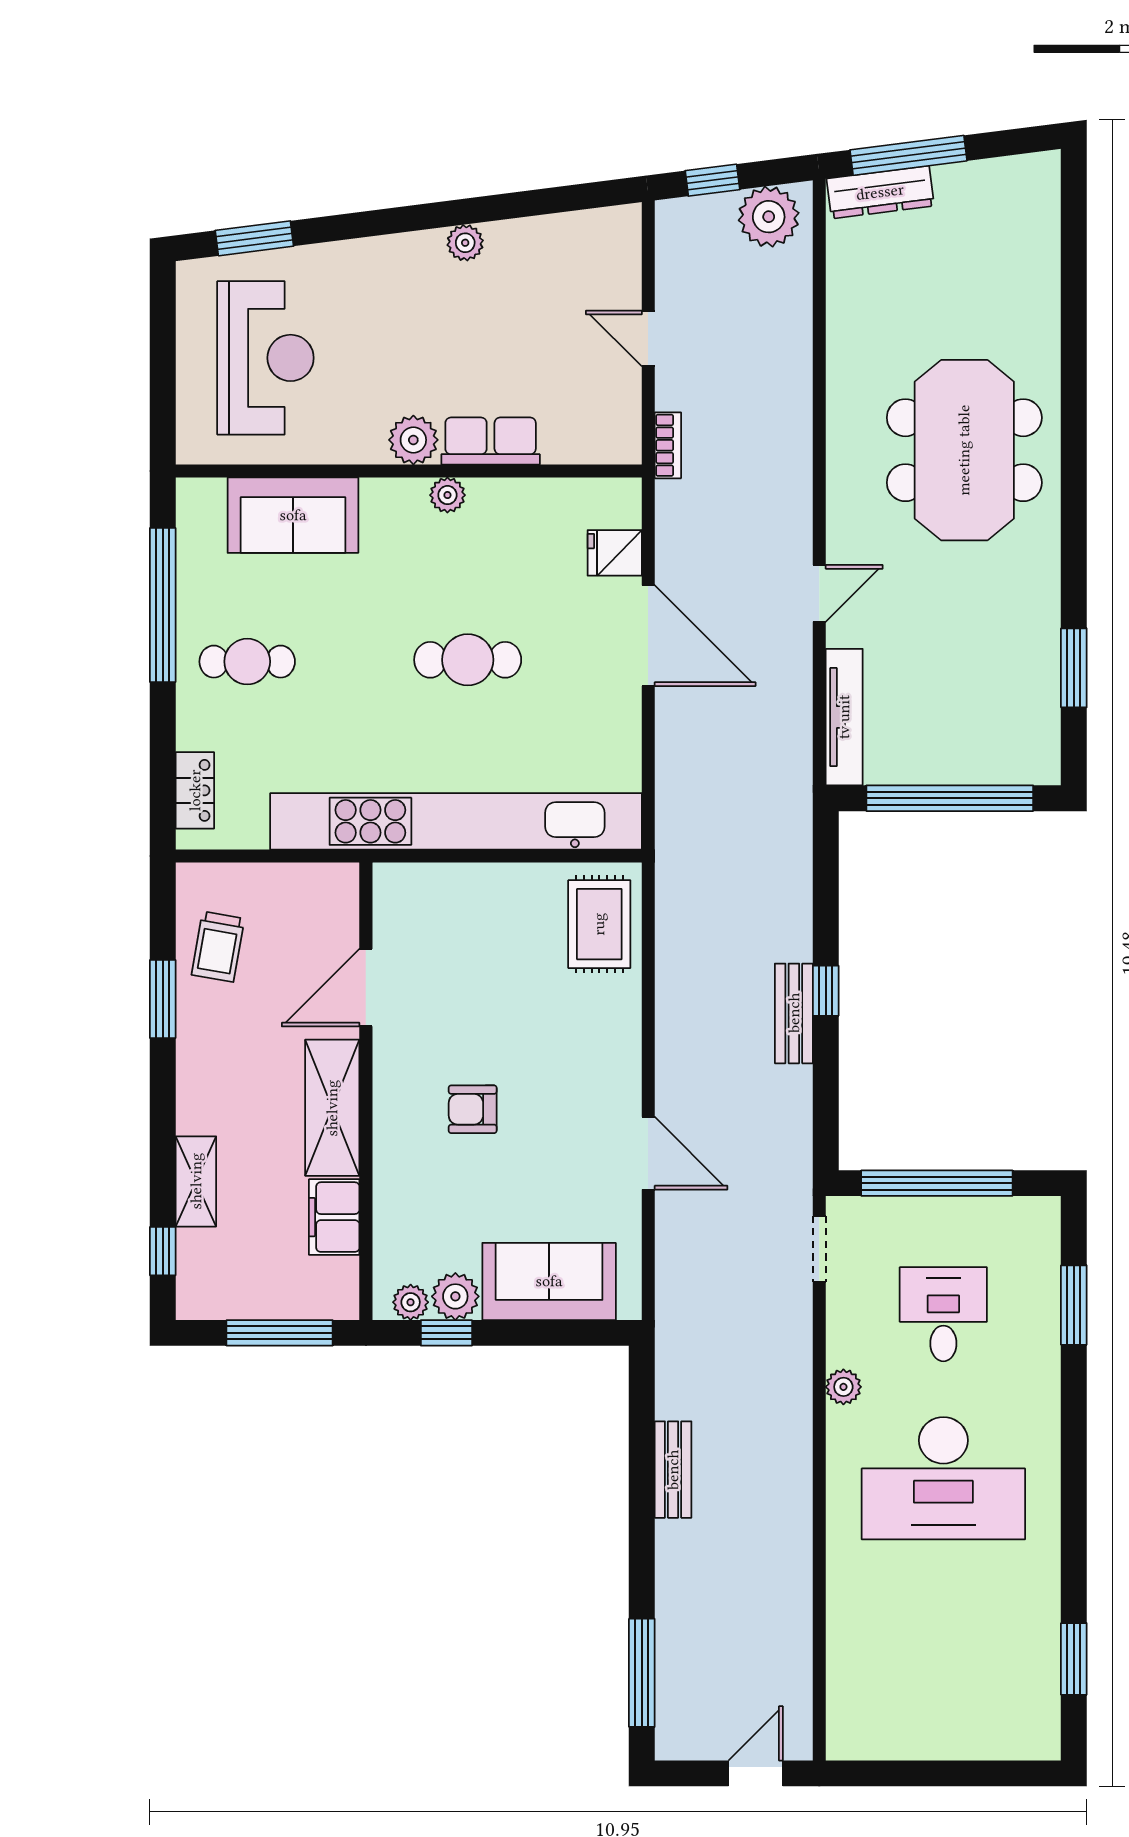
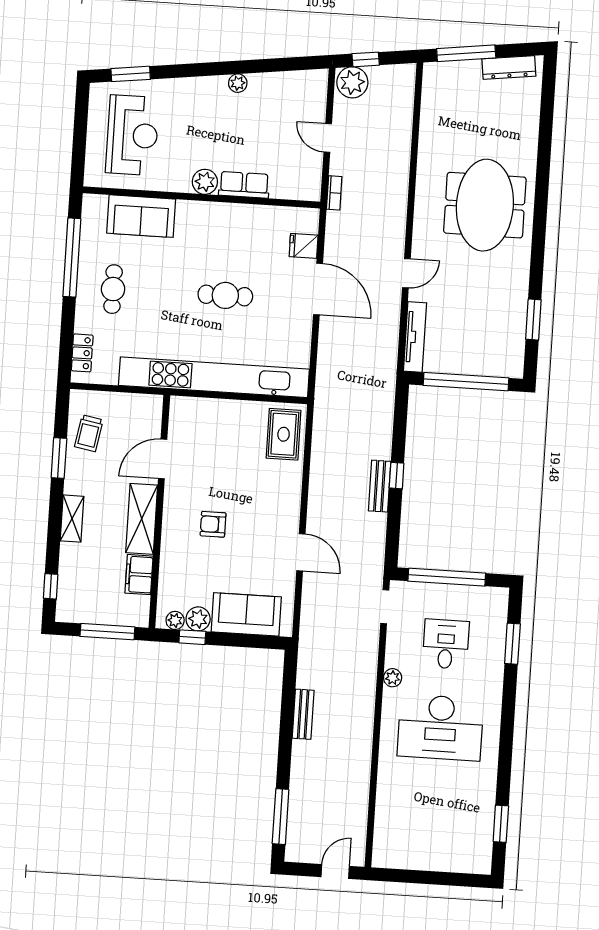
dresser: (880, 192) -> (509, 68), moved
plant: (769, 217) -> (352, 82), moved
plant: (447, 495) -> (220, 211), removed
cafe table: (247, 662) -> (113, 289), turned 90
shelving: (196, 1181) -> (72, 519), moved

